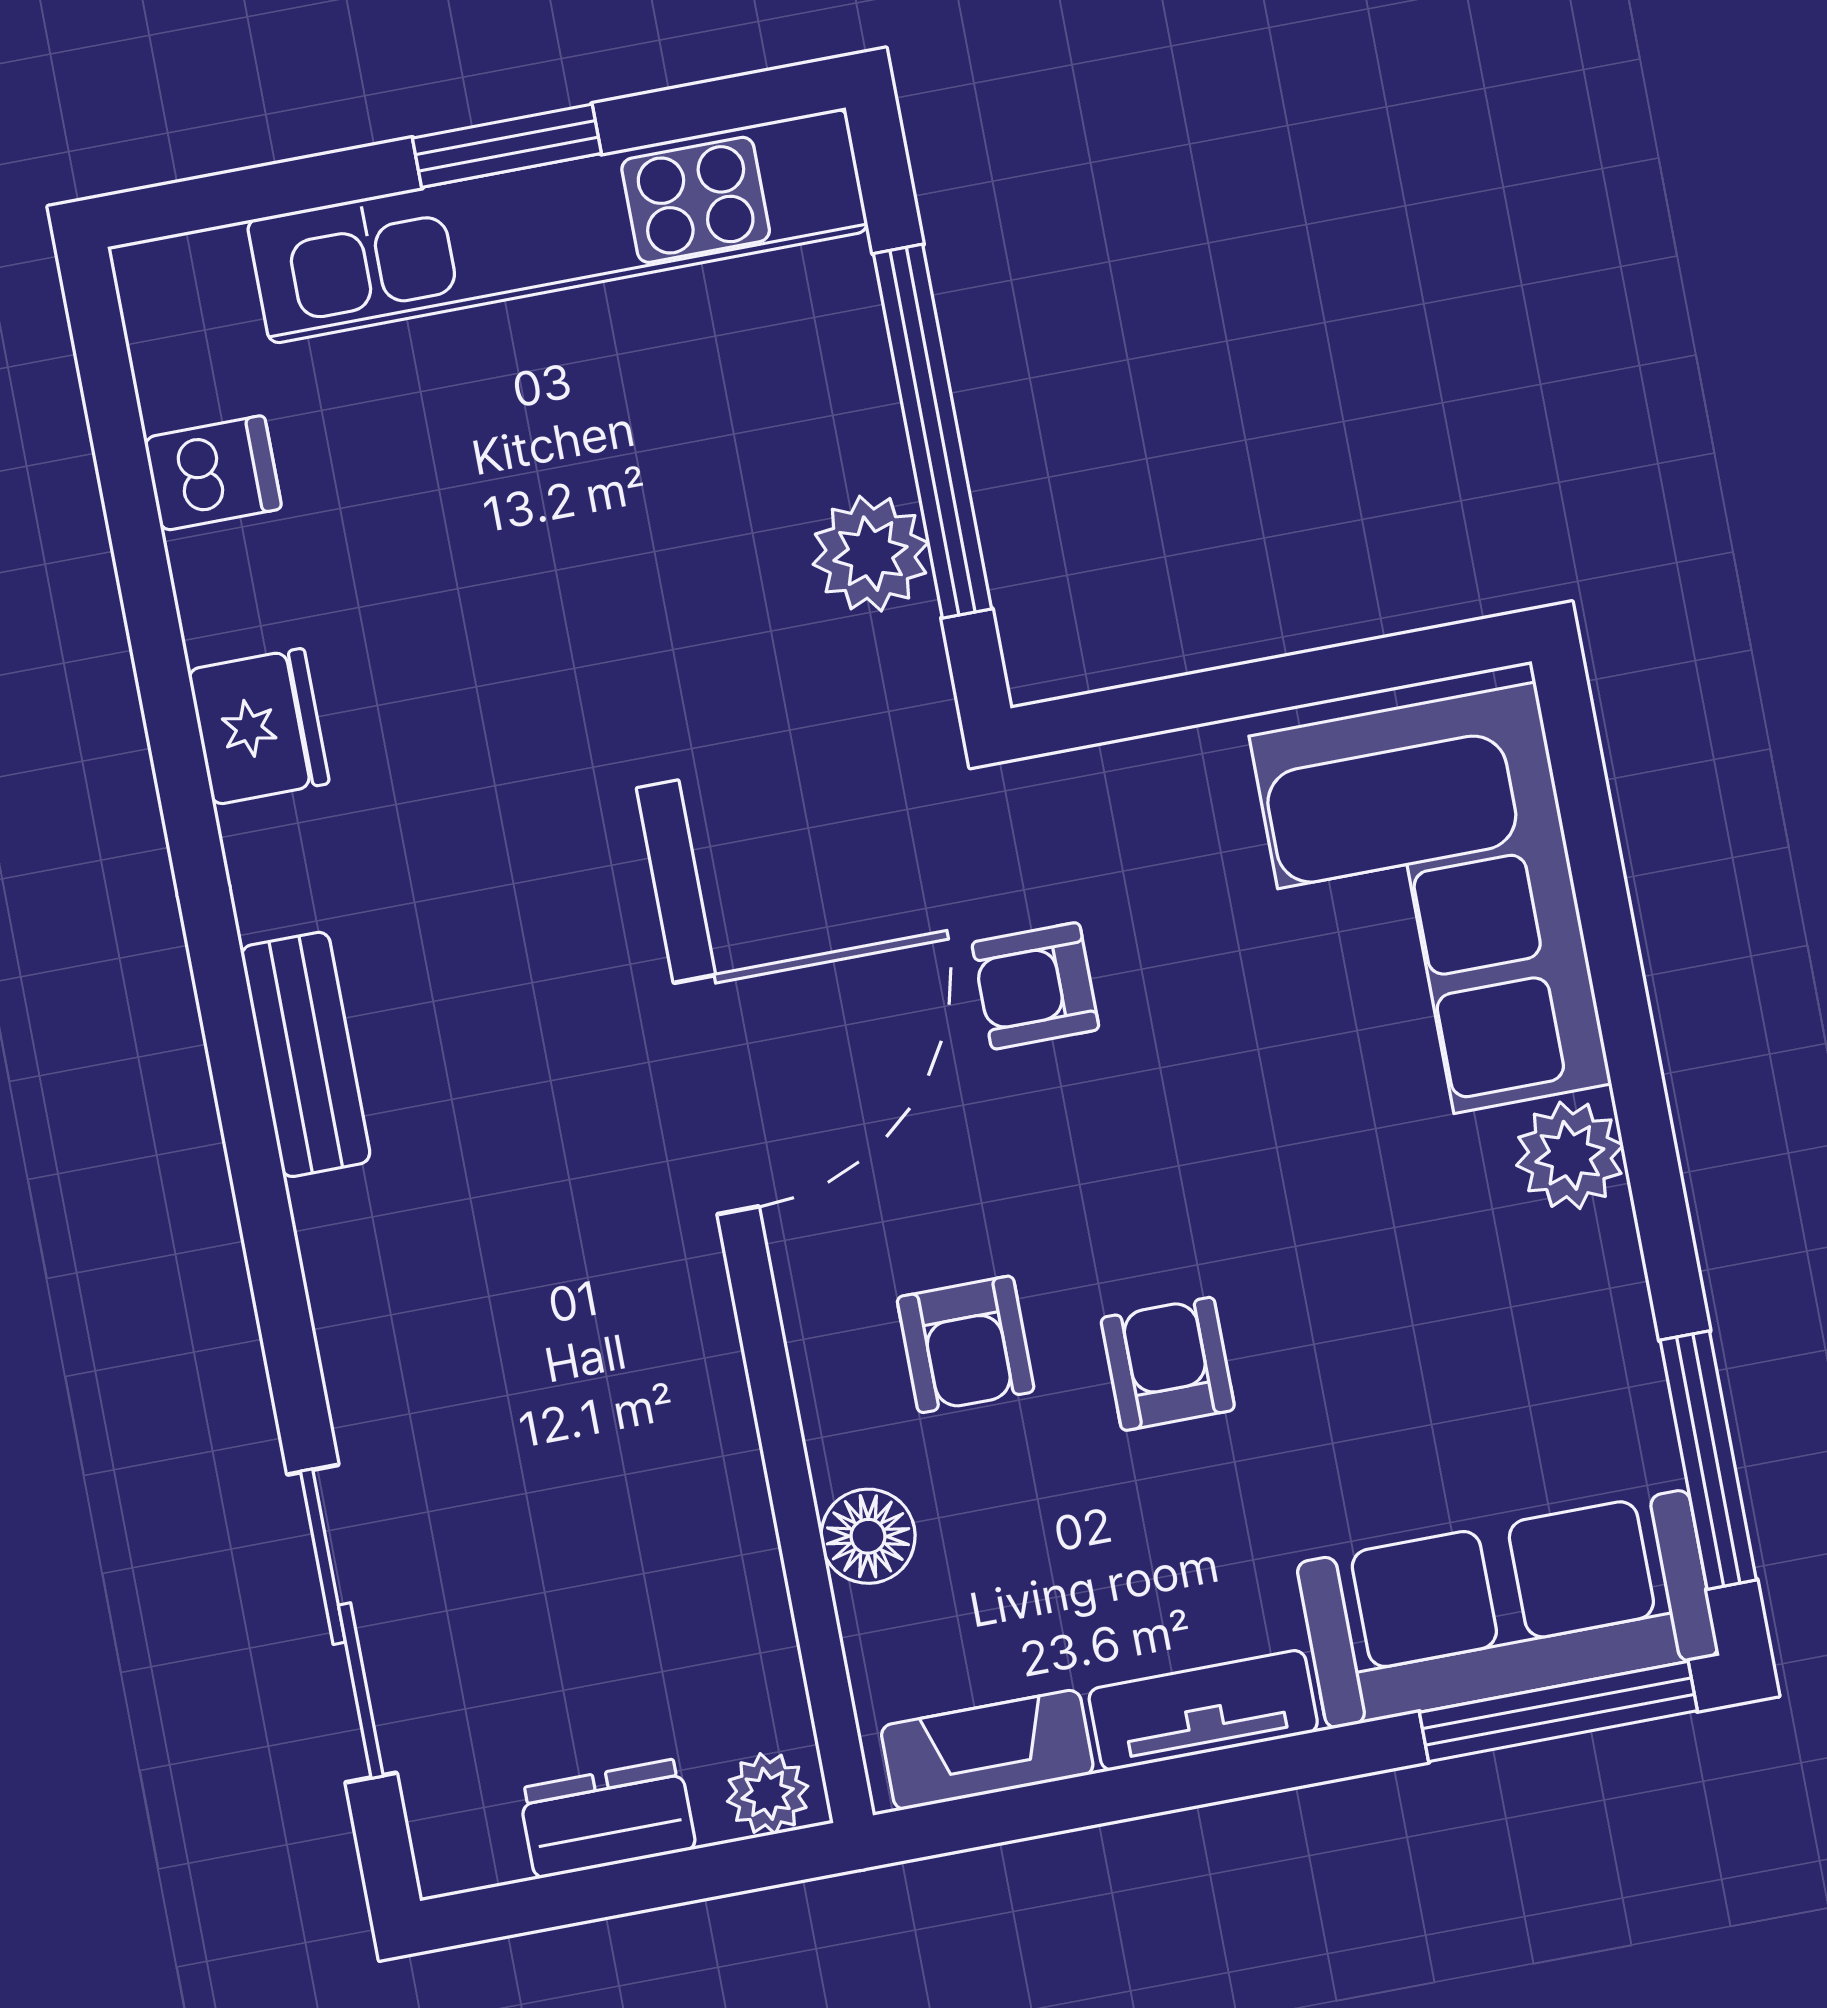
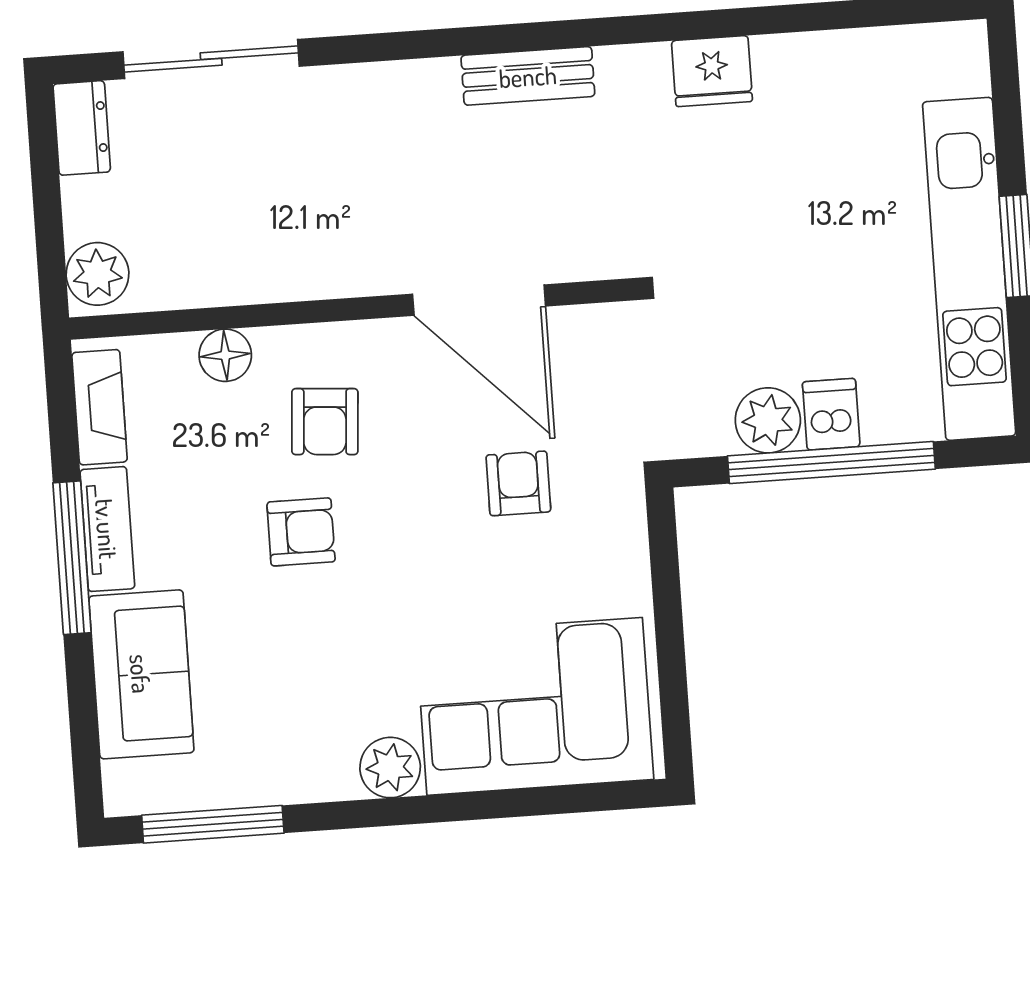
dishwasher: (213, 473) -> (831, 414), moved, turned 180
armchair: (966, 1344) -> (325, 422), turned -86
sofa: (1508, 1609) -> (141, 674), width x0.73
window: (1558, 1712) -> (72, 558), moved
plant: (768, 1794) -> (98, 274), width x1.38, depth x1.38
dresser: (607, 1819) -> (82, 128), moved

